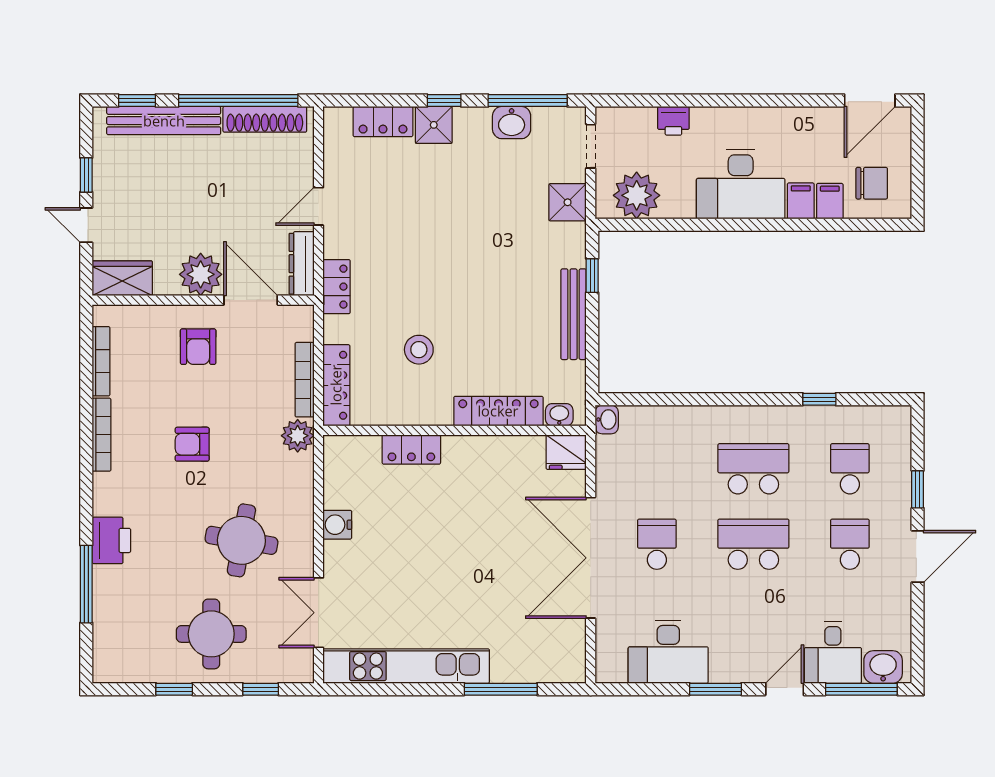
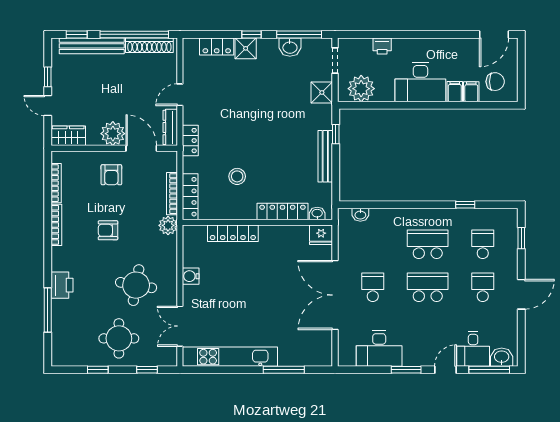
washbasin: (607, 420) -> (360, 215), moved, turned 90
locker: (411, 449) -> (233, 233), width x1.53
window: (918, 489) -> (521, 238), moved

